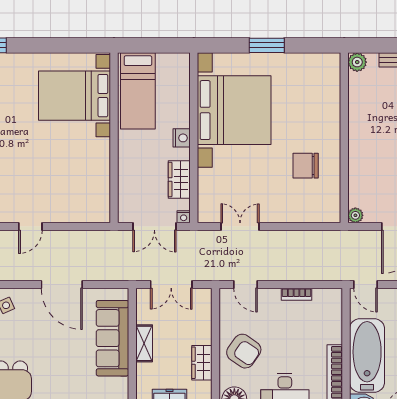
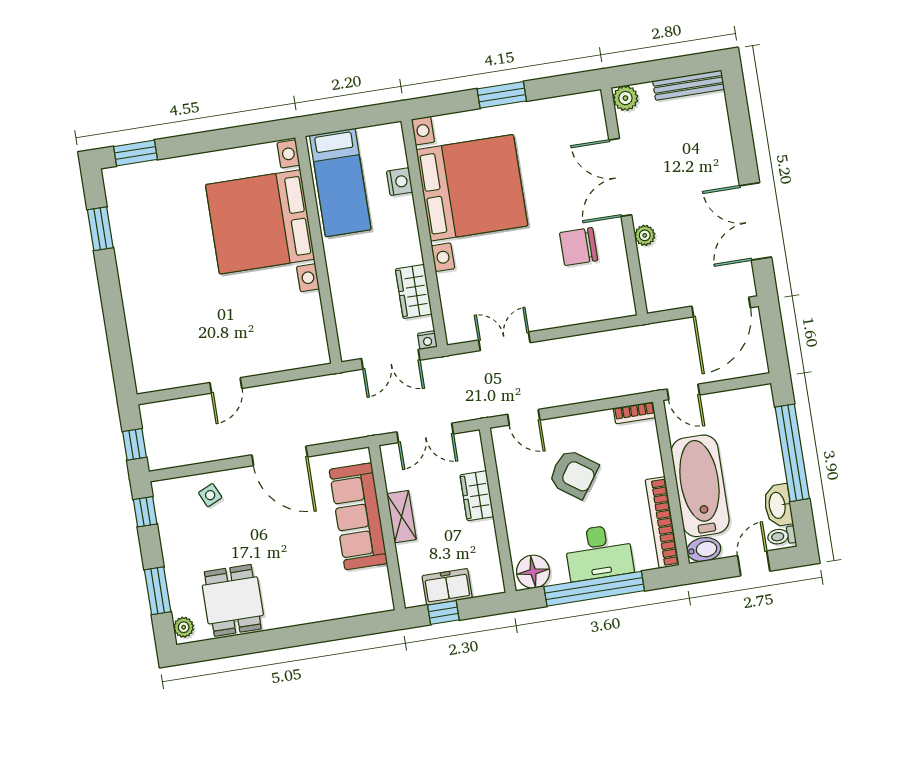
bed with nightstands: (75, 96) -> (260, 222), width x1.36
double door: (344, 120) -> (620, 177), added
nightstand: (182, 138) -> (400, 182), moved
plant: (355, 215) -> (645, 235), moved
bookcase: (296, 294) -> (635, 413), moved
armchair: (244, 351) -> (573, 474), moved
wardrobe: (202, 363) -> (477, 496), moved

